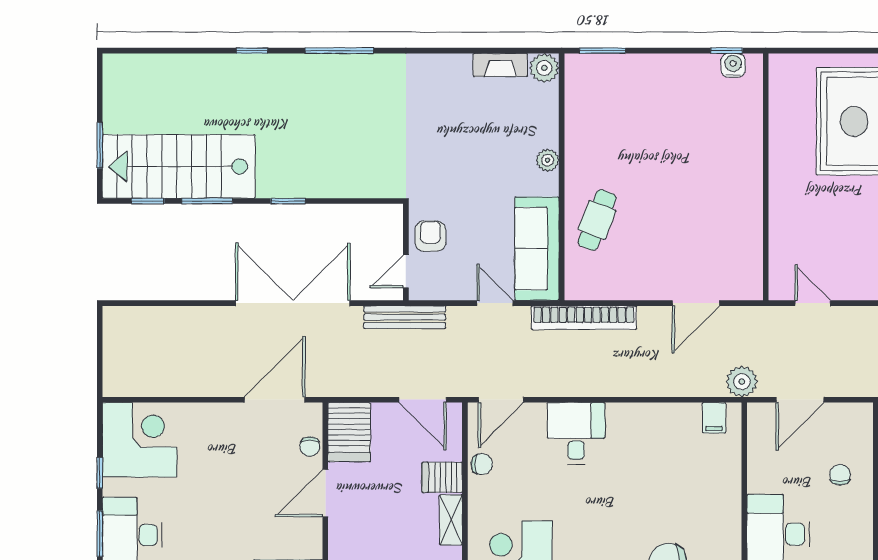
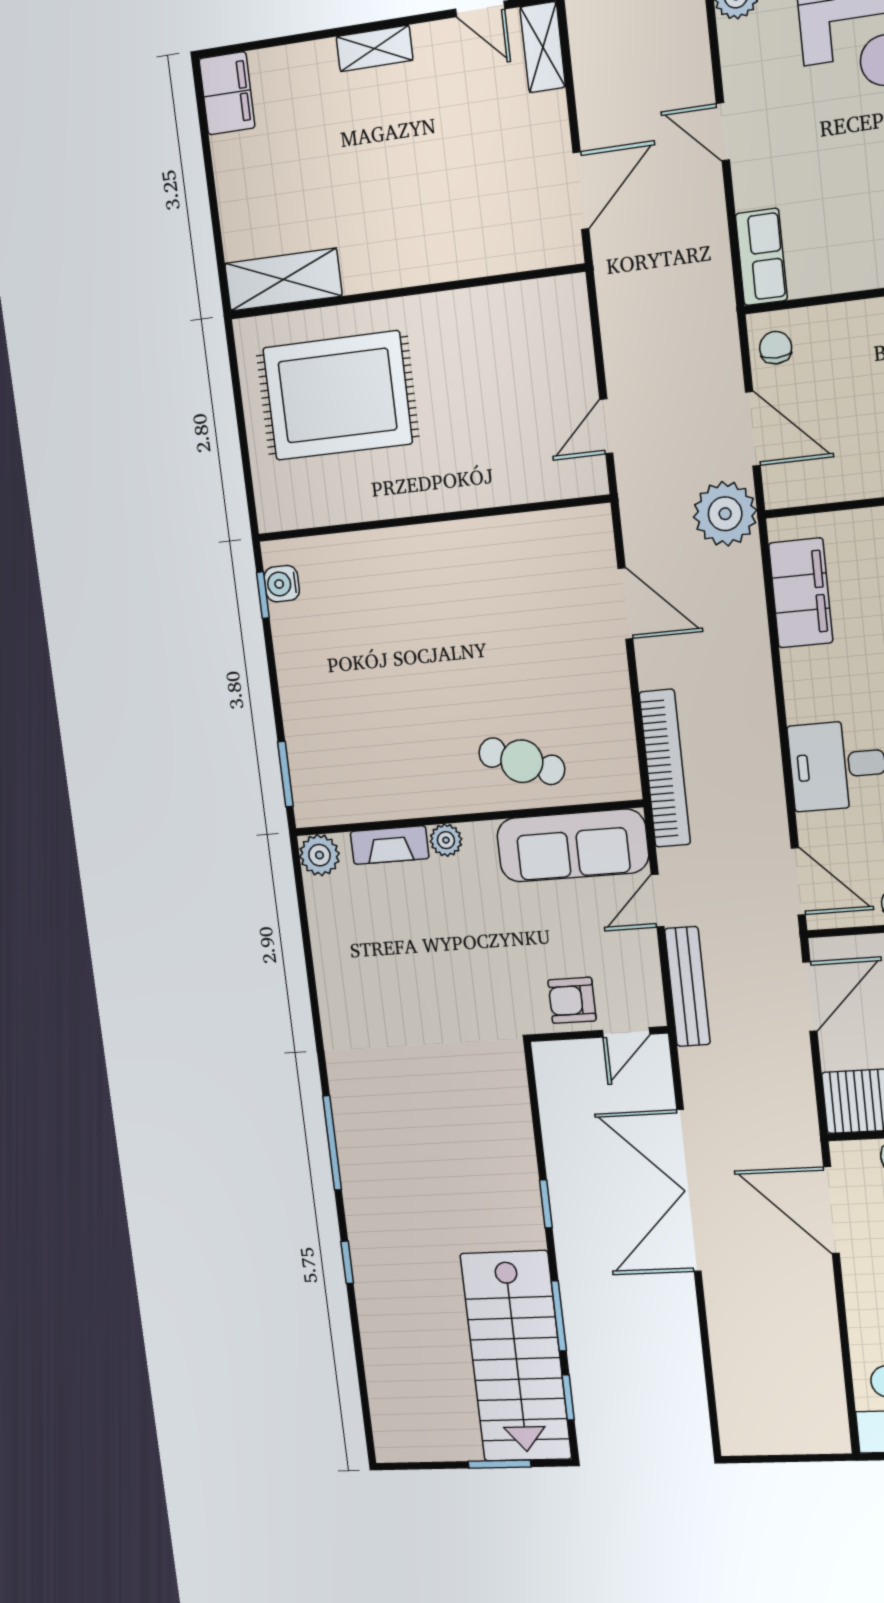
fireplace: (500, 65) -> (390, 845), moved, turned 90
door: (406, 271) -> (626, 1032), hinge flipped
bench: (405, 317) -> (687, 987), moved
plant: (742, 382) -> (725, 514), width x1.36, depth x1.36
filing cabinet: (714, 418) -> (801, 593), width x3.00, depth x1.17
chair: (840, 475) -> (776, 348), moved, turned 90

